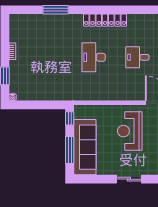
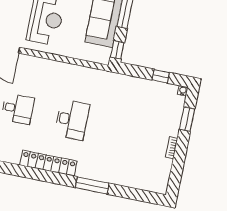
window: (56, 10) -> (92, 185), moved
window: (32, 105) -> (161, 76), added

